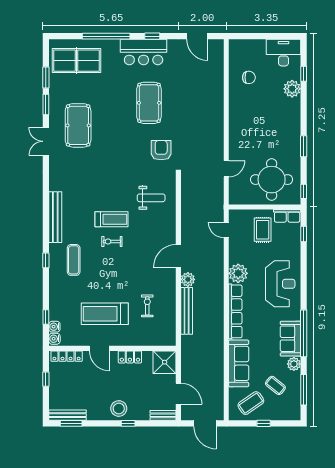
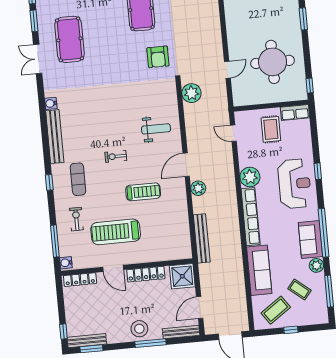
window: (304, 146) -> (303, 19), moved
armchair: (161, 150) -> (158, 57), turned 180
round table: (272, 180) -> (273, 62), moved
plant: (190, 188) -> (191, 93), added
weight bench: (151, 198) -> (156, 129), moved
treadmill: (112, 219) -> (143, 192), moved
window: (304, 234) -> (318, 171), moved
exercise bike: (147, 306) -> (76, 219), moved
bench: (187, 311) -> (202, 238), moved
window: (46, 317) -> (55, 241), width x2.17
water cooler: (54, 327) -> (51, 103), moved
locker: (130, 357) -> (146, 274), width x1.53
window: (46, 379) -> (63, 332), moved
door: (178, 394) -> (200, 308), swing flipped
bench: (163, 415) -> (181, 332), width x1.36
window: (128, 423) -> (150, 343), width x2.17

